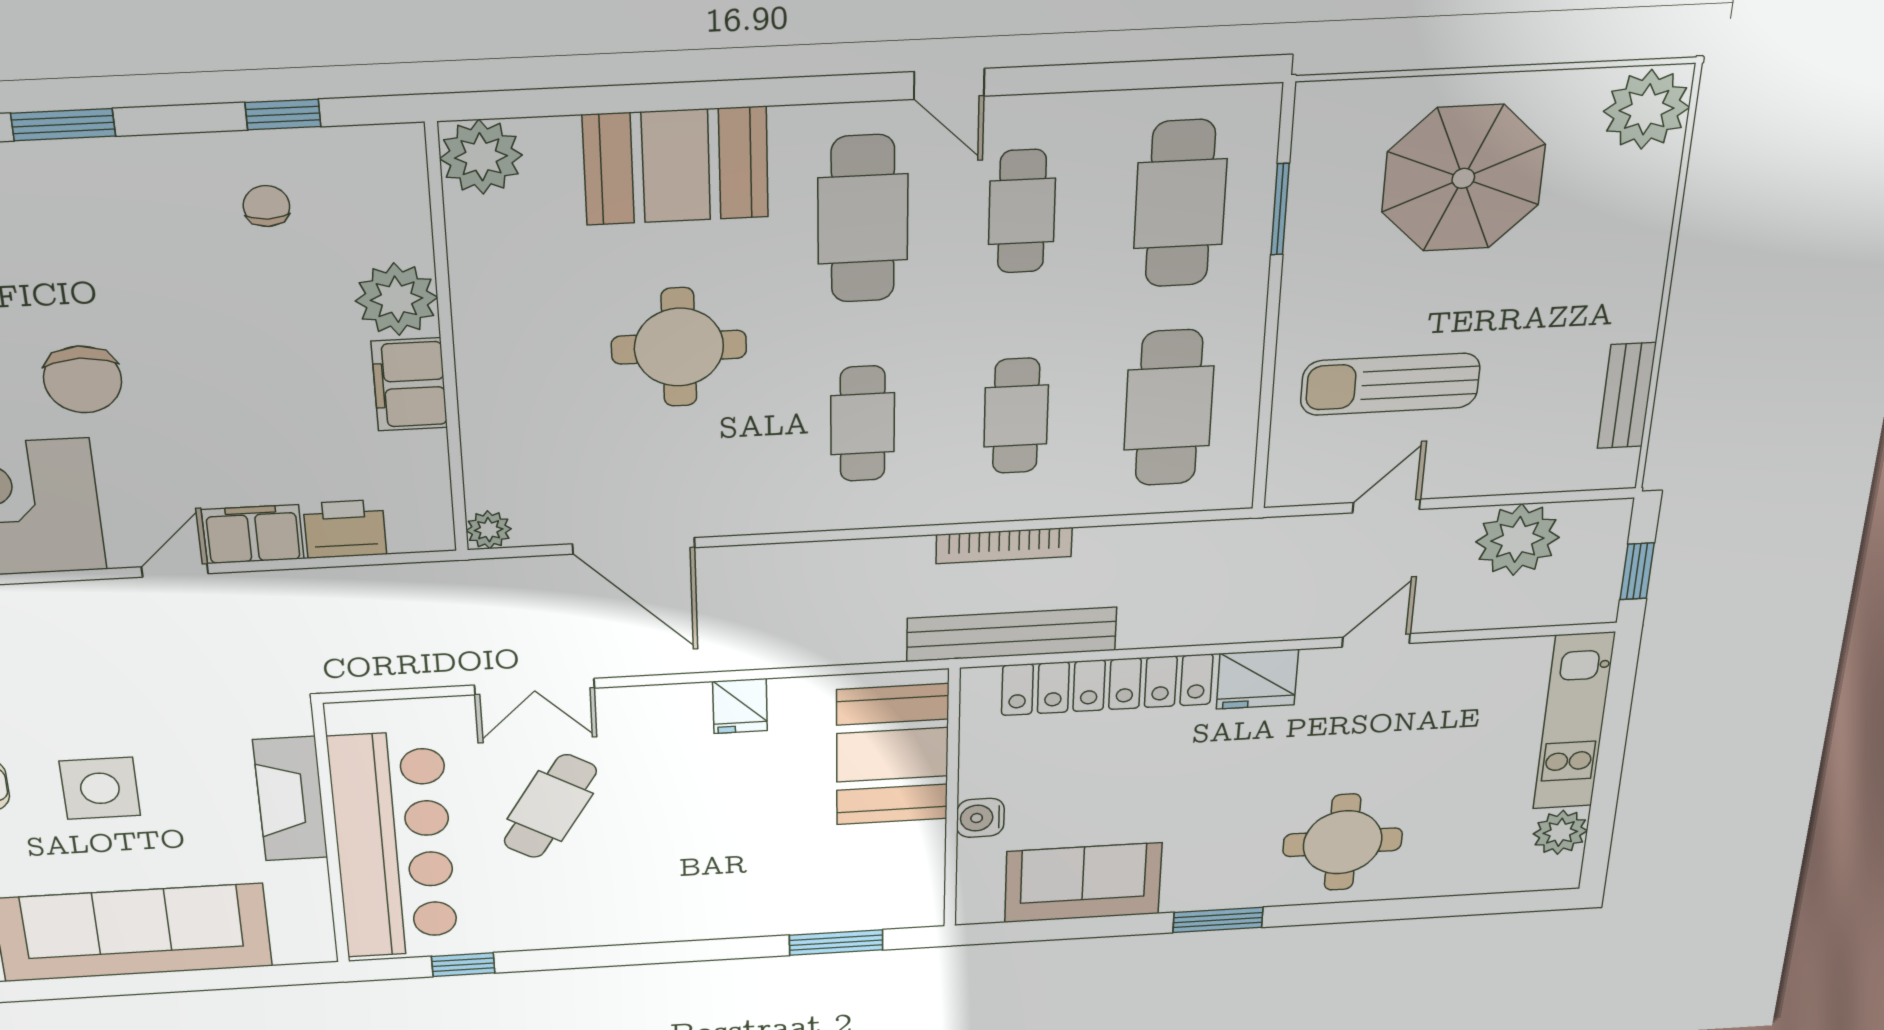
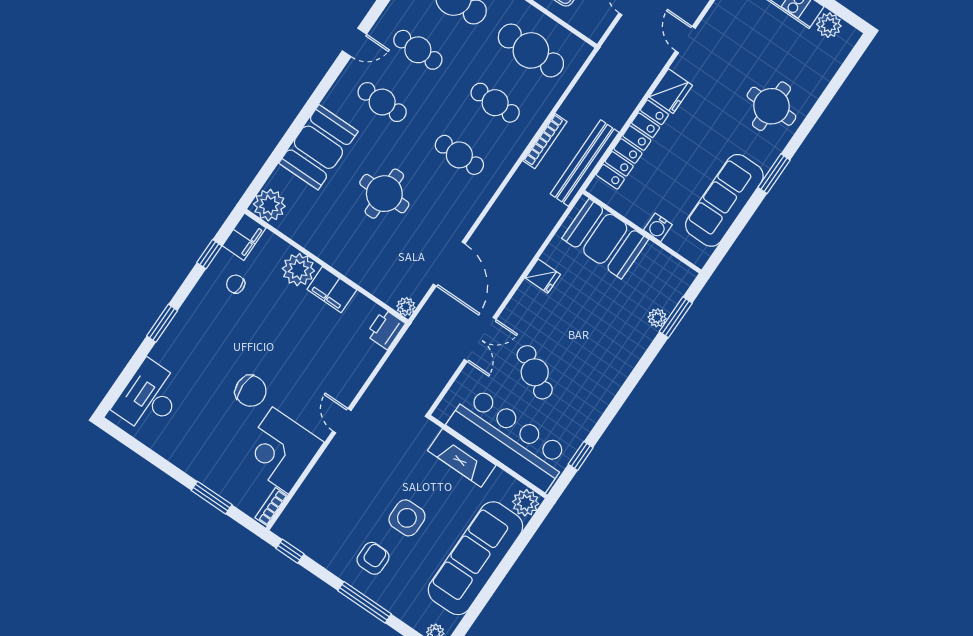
cafe table: (863, 219) -> (382, 102), width x0.73, depth x0.74
printer: (345, 529) -> (386, 329), moved
filing cabinet: (253, 534) -> (244, 237), moved, turned 180
door: (634, 546) -> (449, 264), hinge flipped
sofa: (1083, 883) -> (724, 200), width x1.36
plant: (812, 918) -> (657, 318), added
plant: (304, 941) -> (526, 503), added

